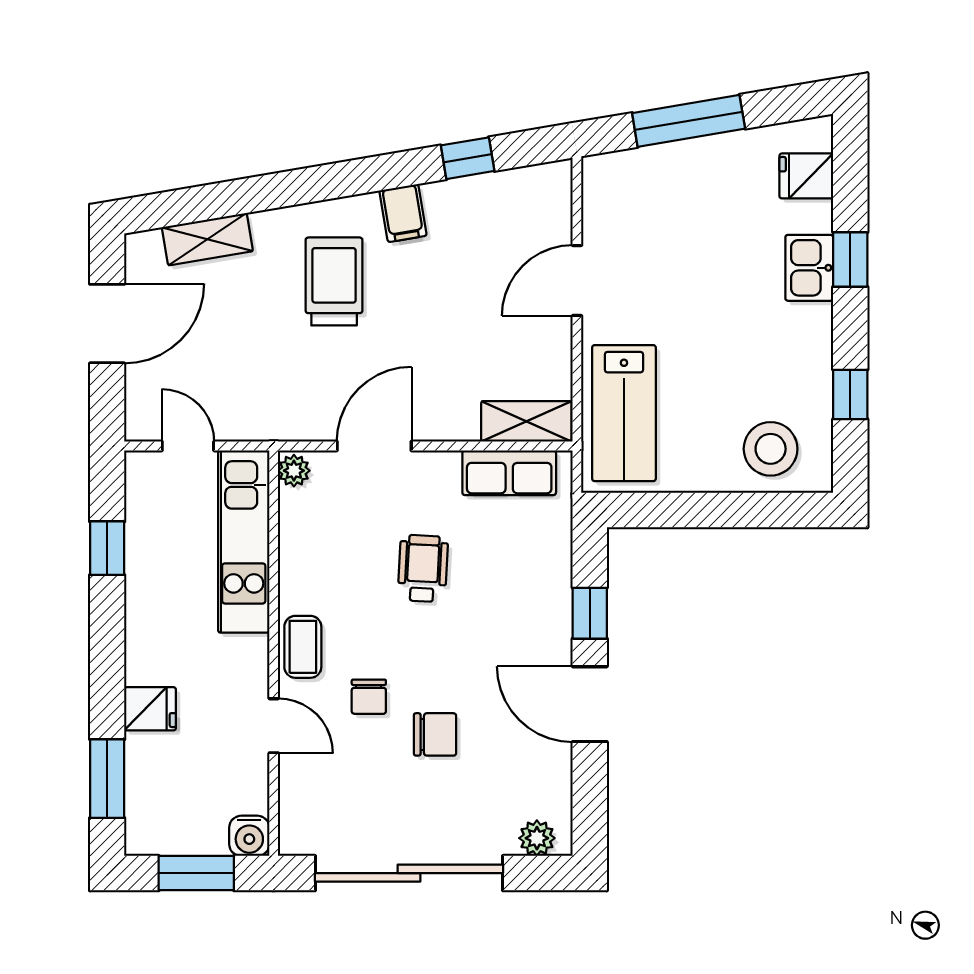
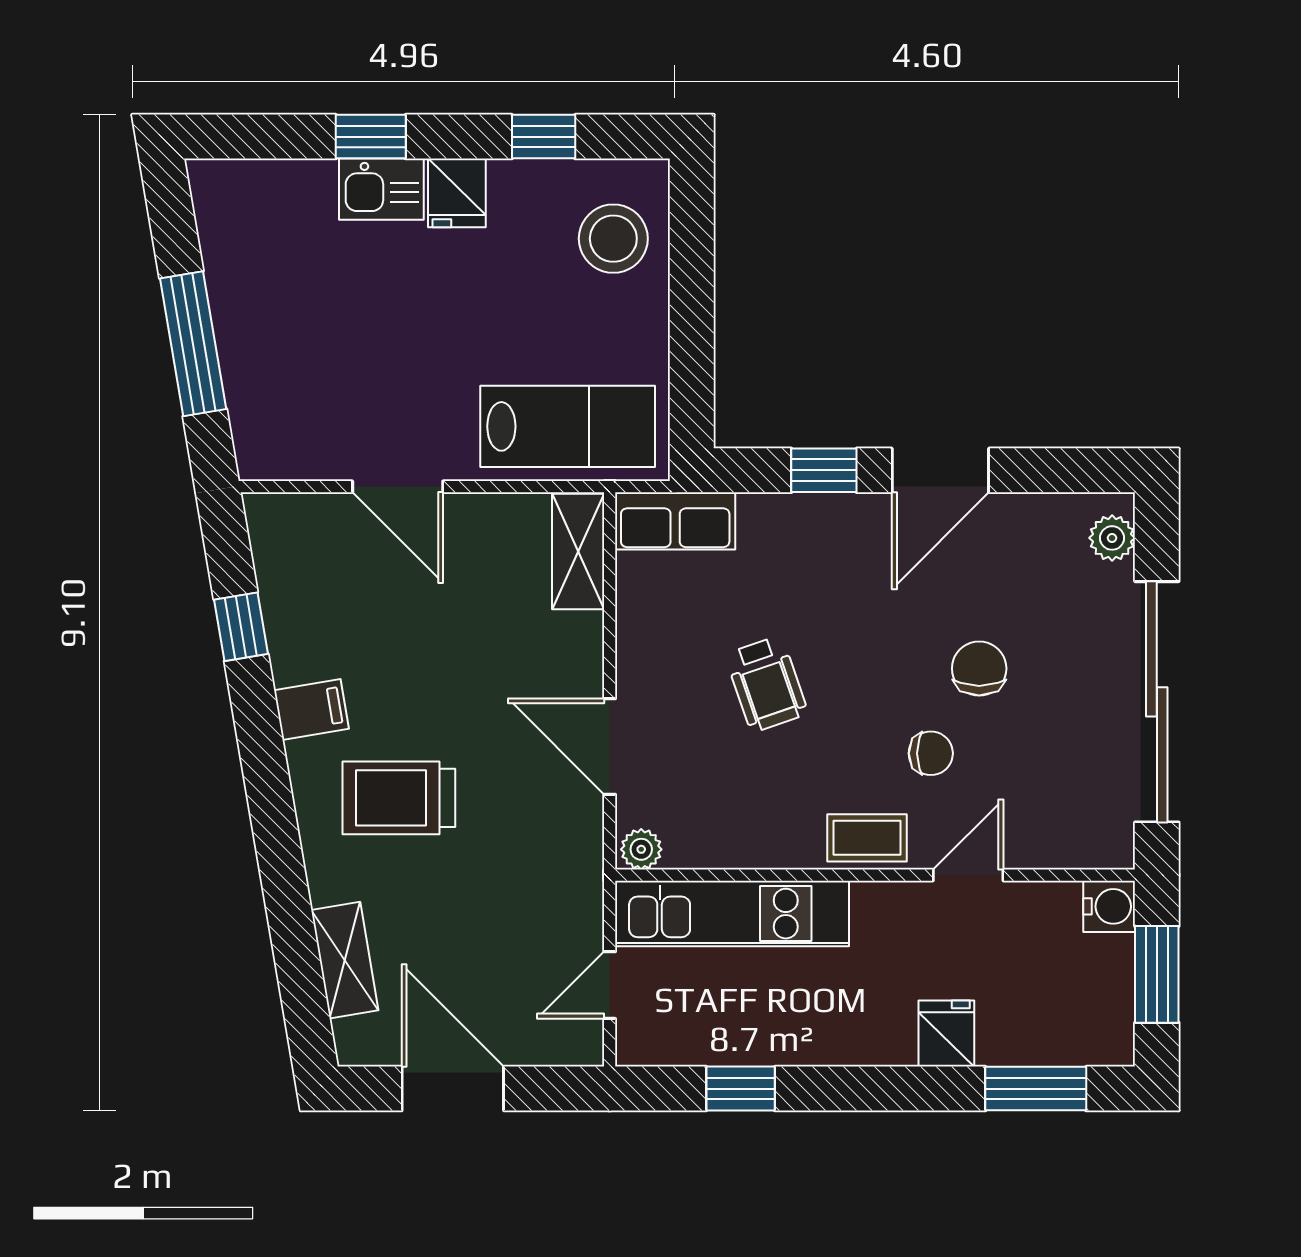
fridge: (806, 176) -> (457, 193), moved
row of seats: (509, 473) -> (675, 521), moved, turned 90
wheelchair: (423, 568) -> (767, 684), turned -112

